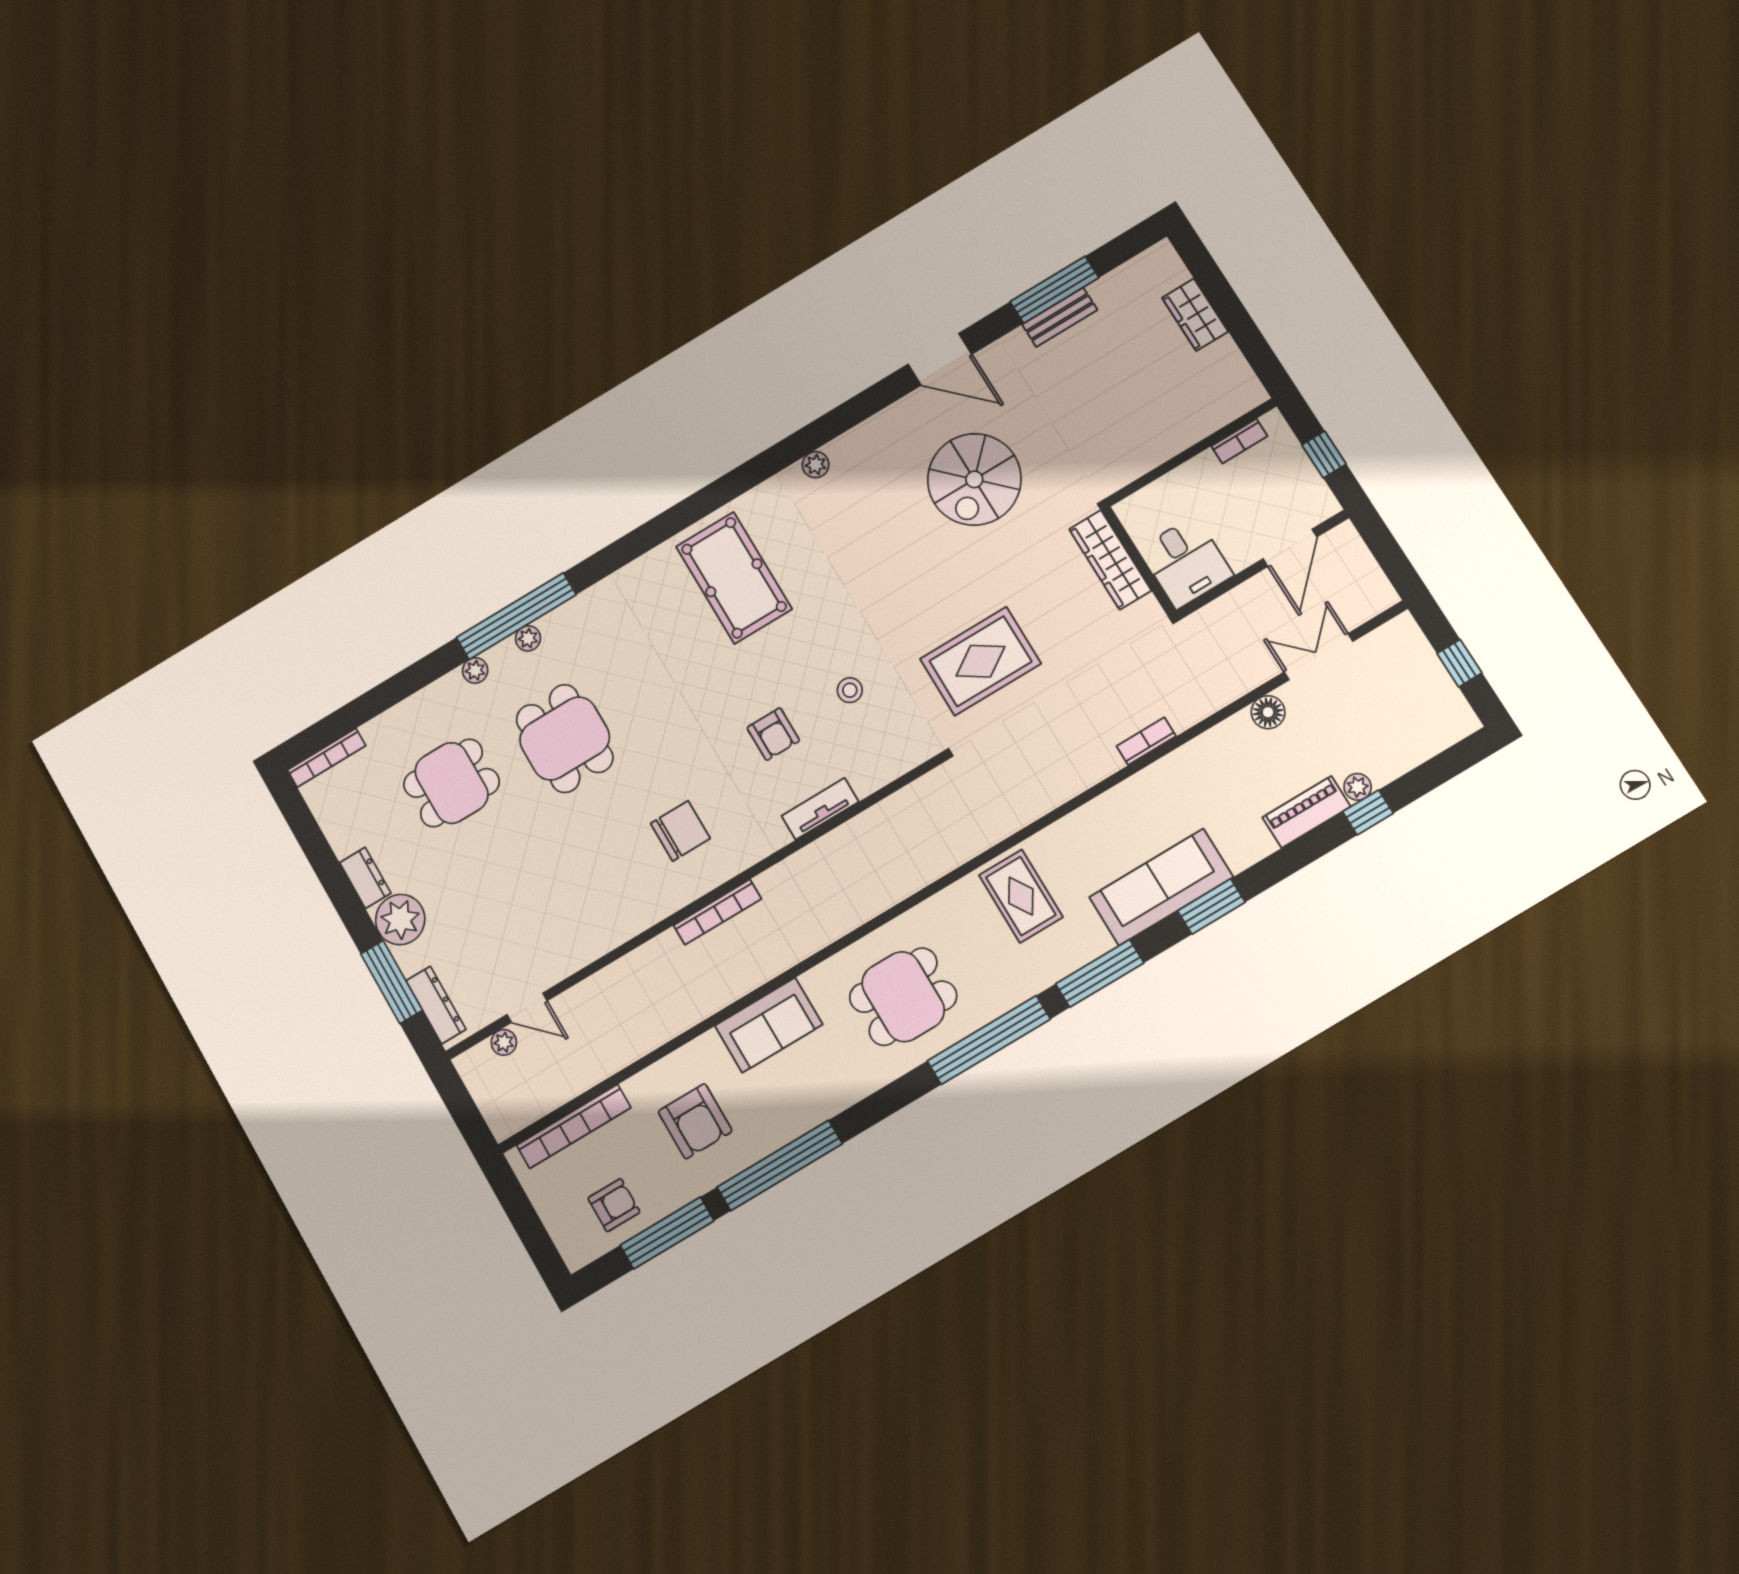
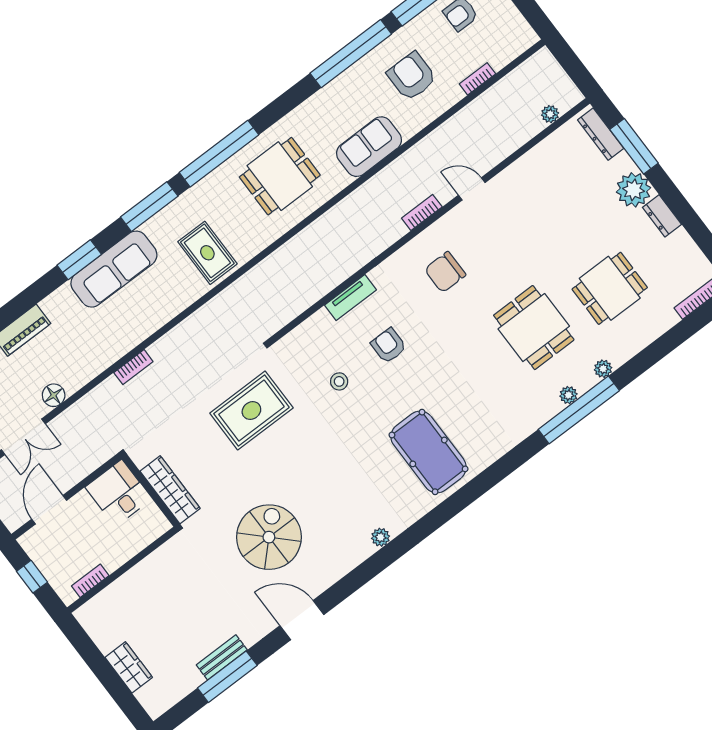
bookcase: (717, 912) -> (422, 213), width x0.64
door: (527, 1008) -> (472, 189), moved
bookcase: (574, 1126) -> (477, 79), width x0.43, depth x0.76

